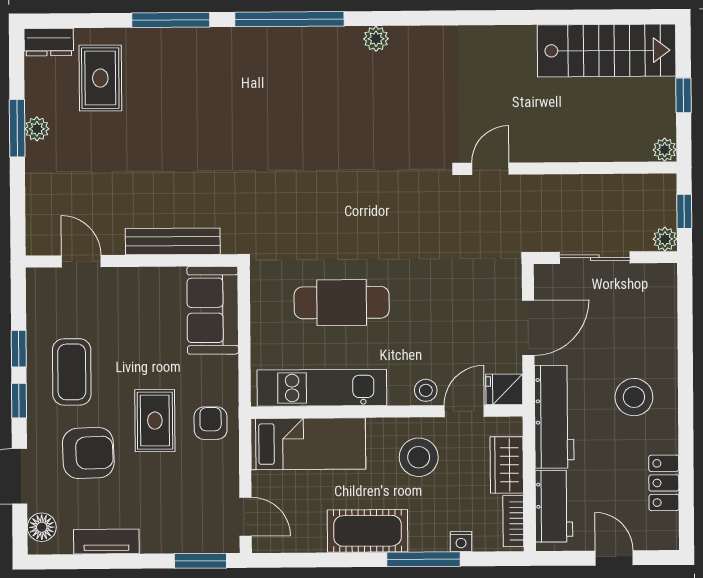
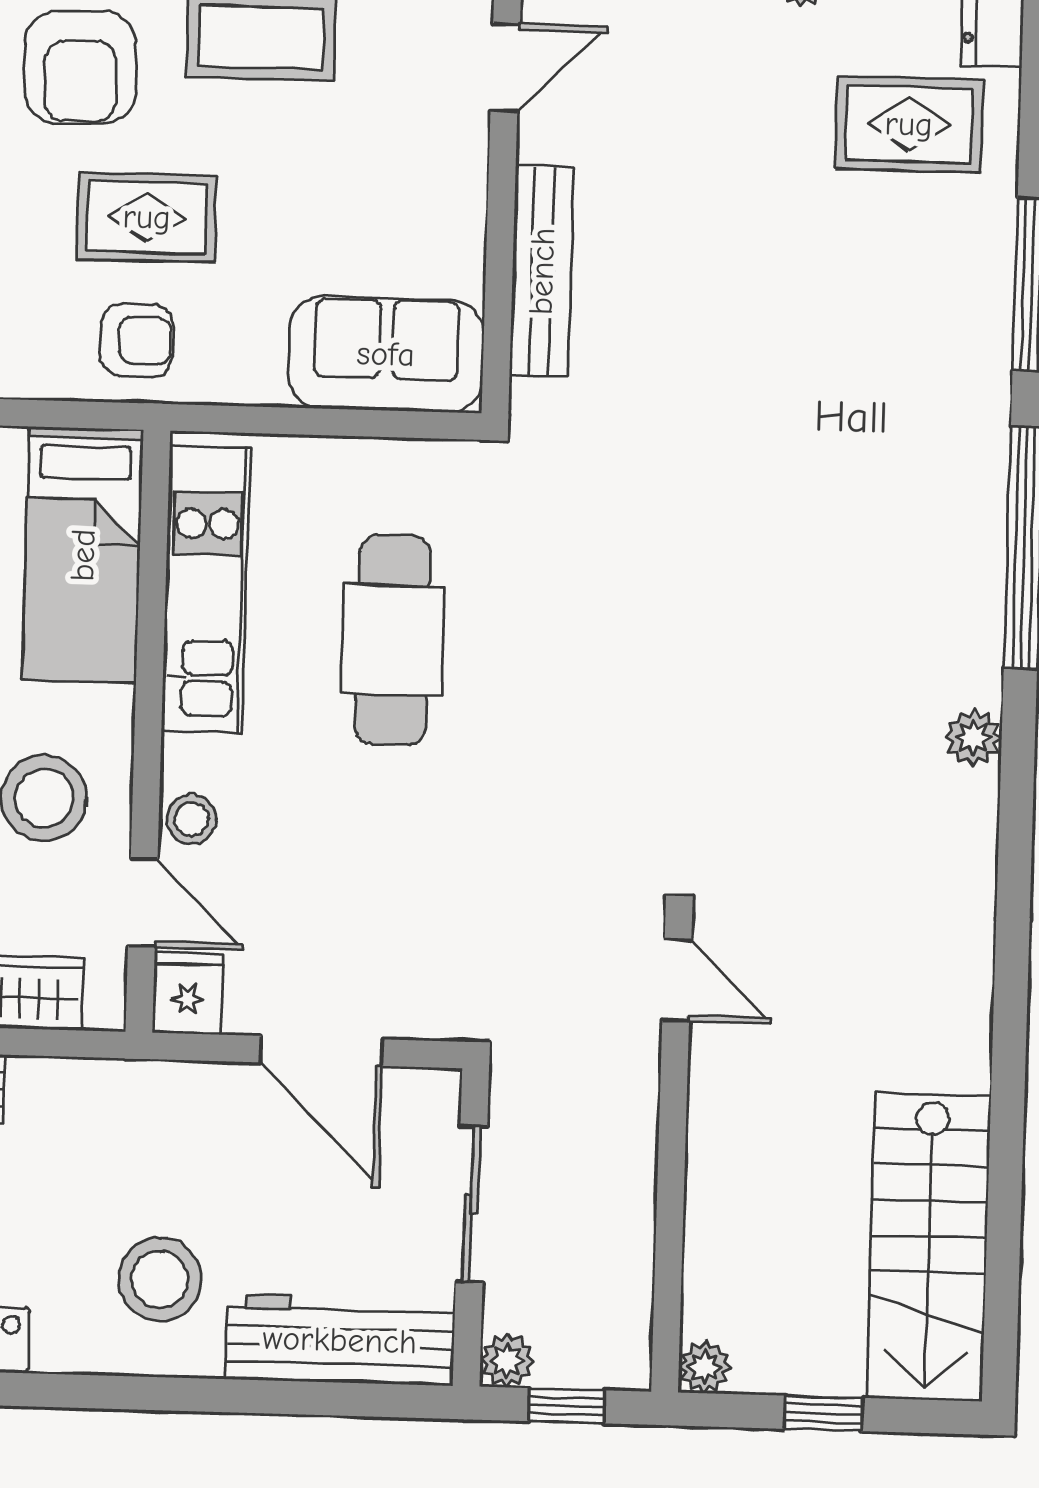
workbench: (554, 417) -> (340, 1340), moved, turned 180

